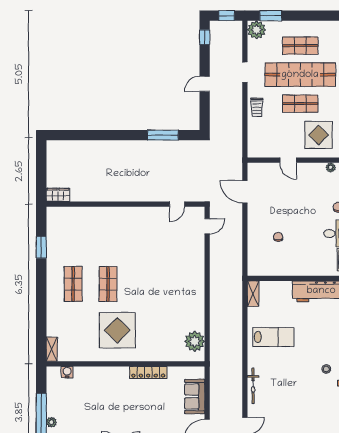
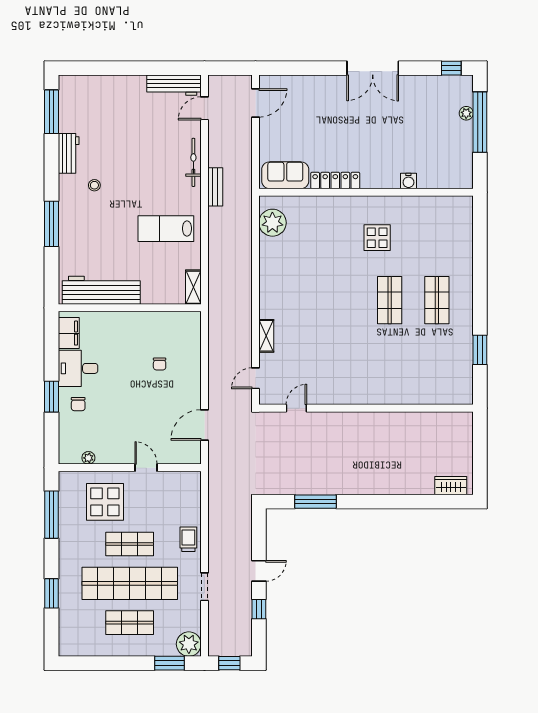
window: (205, 37) -> (259, 609), moved
door: (245, 192) -> (204, 425), swing flipped
wardrobe: (58, 195) -> (451, 486), moved, turned 180
display table: (117, 330) -> (377, 238), width x0.54, depth x0.54
shelving: (52, 349) -> (266, 336), moved
bench: (237, 368) -> (215, 187), added
water cooler: (67, 372) -> (408, 181), moved
sofa: (195, 396) -> (285, 175), moved, turned -90

